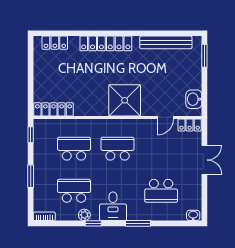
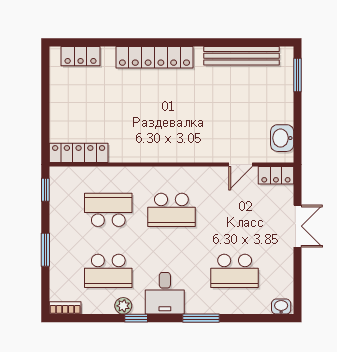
shower: (125, 100) -> (182, 140), removed
school desk: (118, 149) -> (171, 210), turned 180
school desk: (74, 191) -> (108, 271), turned 180

